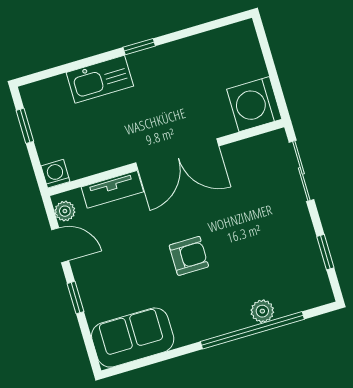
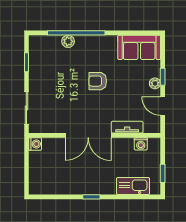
kitchen sink: (100, 79) -> (133, 186), moved
washing machine: (254, 104) -> (35, 144), width x0.53, depth x0.53
double door: (177, 154) -> (88, 135), swing flipped
washing machine: (55, 174) -> (141, 144), moved
plant: (65, 211) -> (155, 83), moved

